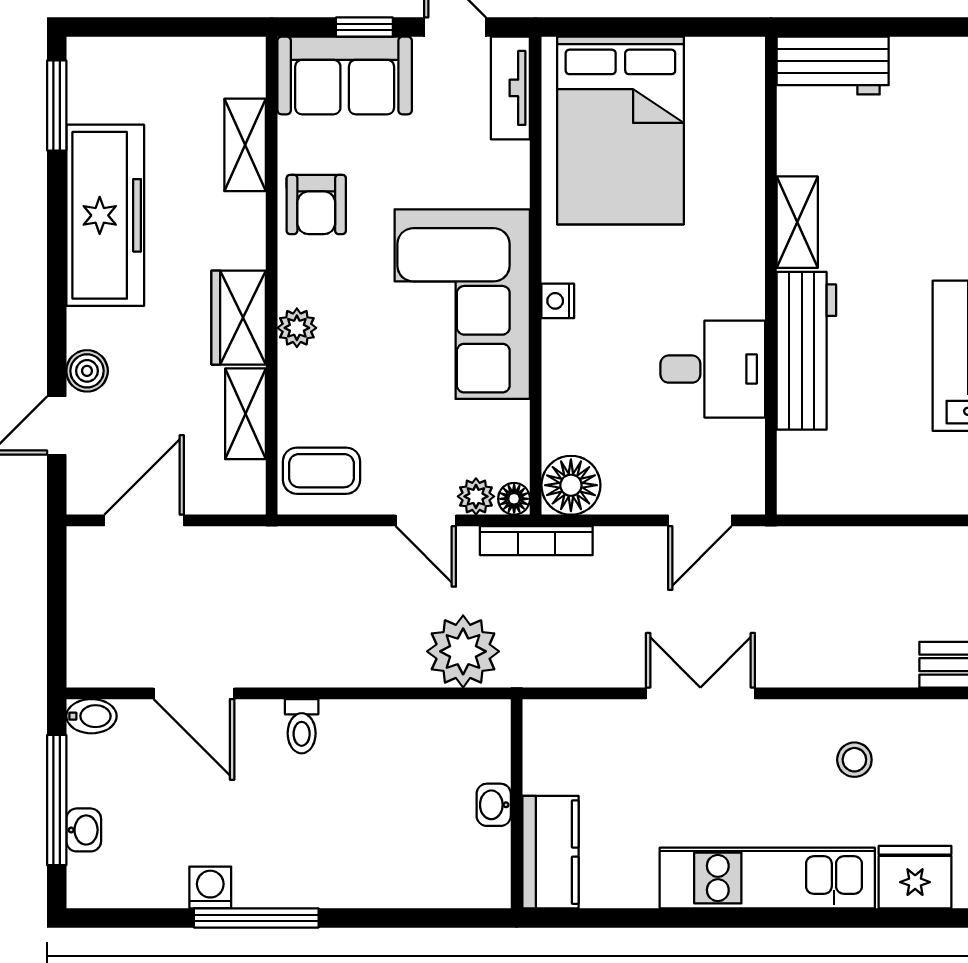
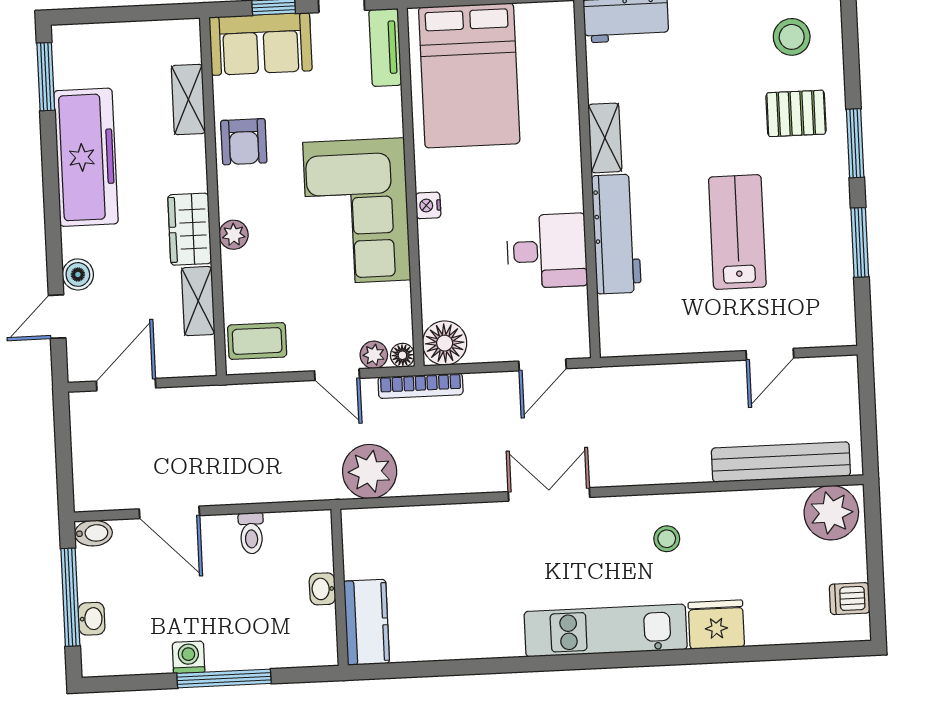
wall: (517, 804) -> (340, 587), moved
washbasin: (494, 805) -> (322, 589), moved
kitchen counter: (550, 852) -> (367, 622), moved

